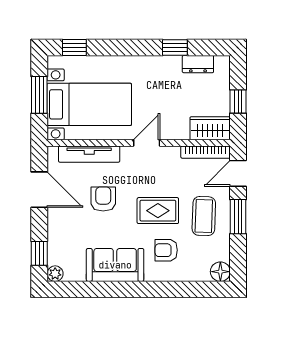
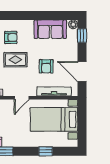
window: (74, 47) -> (46, 151), moved
window: (39, 95) -> (82, 125), removed
sofa: (115, 265) -> (50, 29), moved

